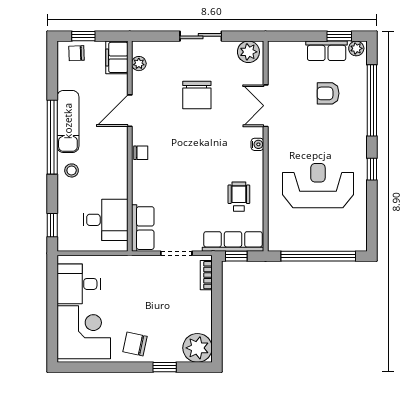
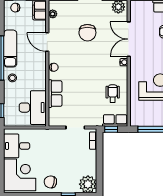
double door: (266, 106) -> (129, 39), width x1.37
door: (130, 111) -> (47, 42), hinge flipped
desk: (106, 220) -> (33, 108), width x1.37
row of seats: (143, 228) -> (55, 94), moved
row of seats: (233, 241) -> (115, 120), width x0.68

